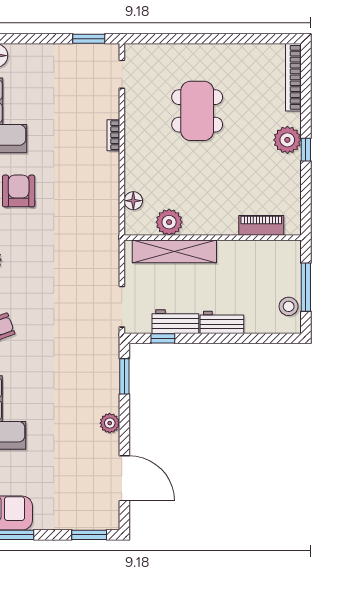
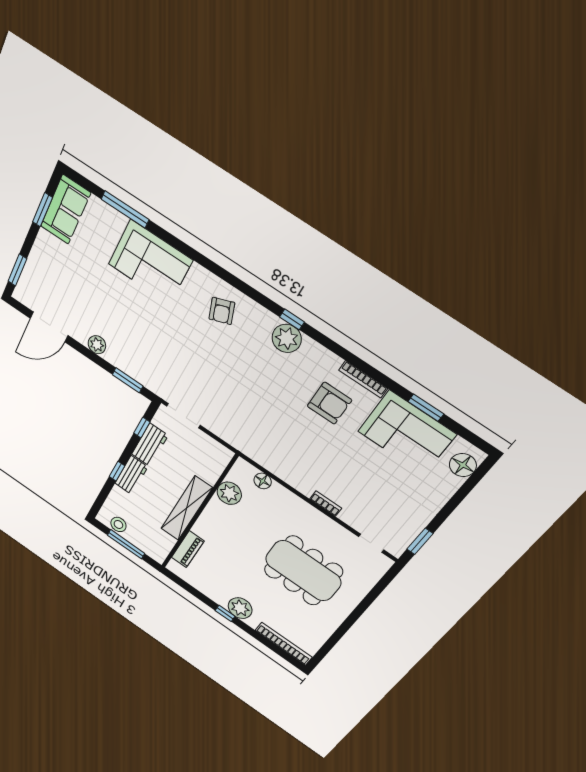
dining table: (197, 111) -> (303, 571), width x1.36, depth x1.24
shelving: (174, 251) -> (186, 508), moved
window: (228, 338) -> (117, 471), added

